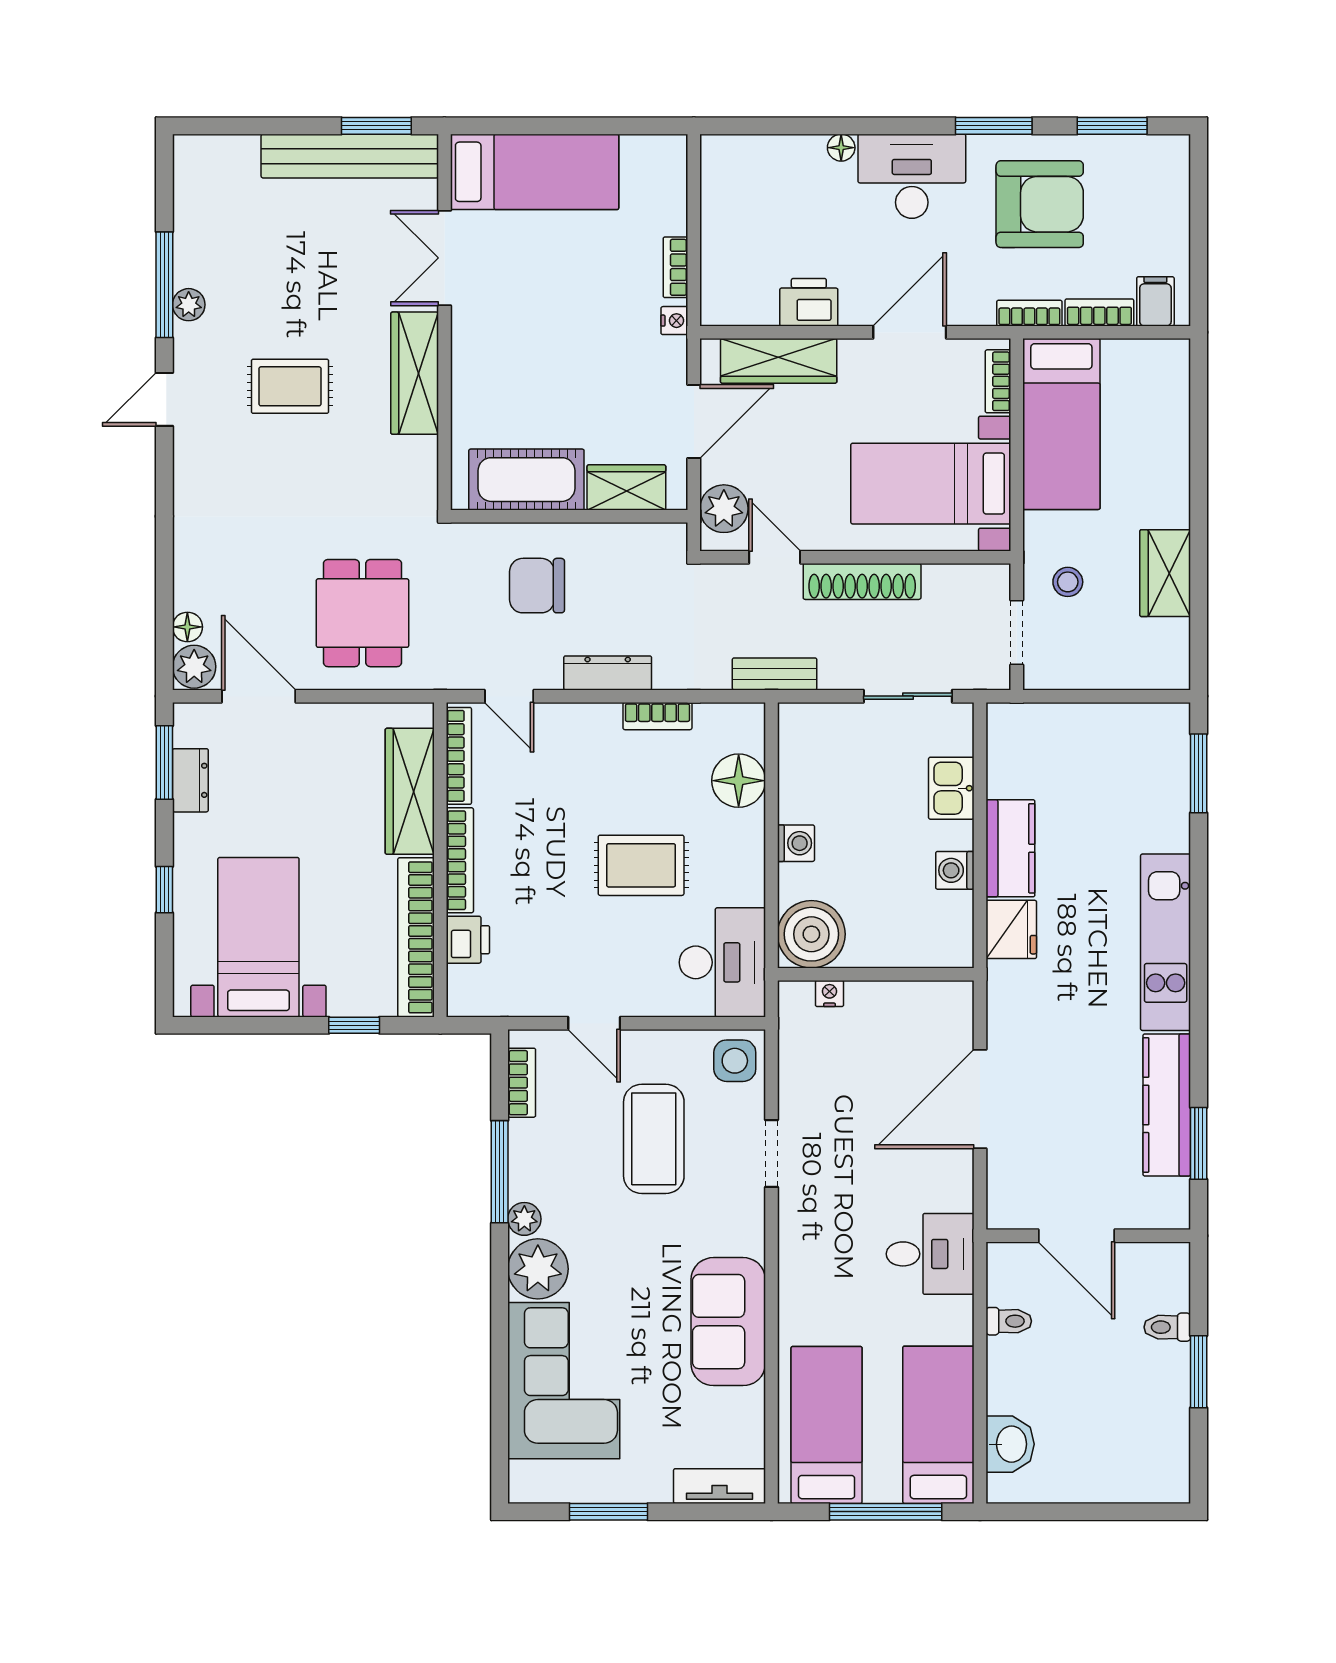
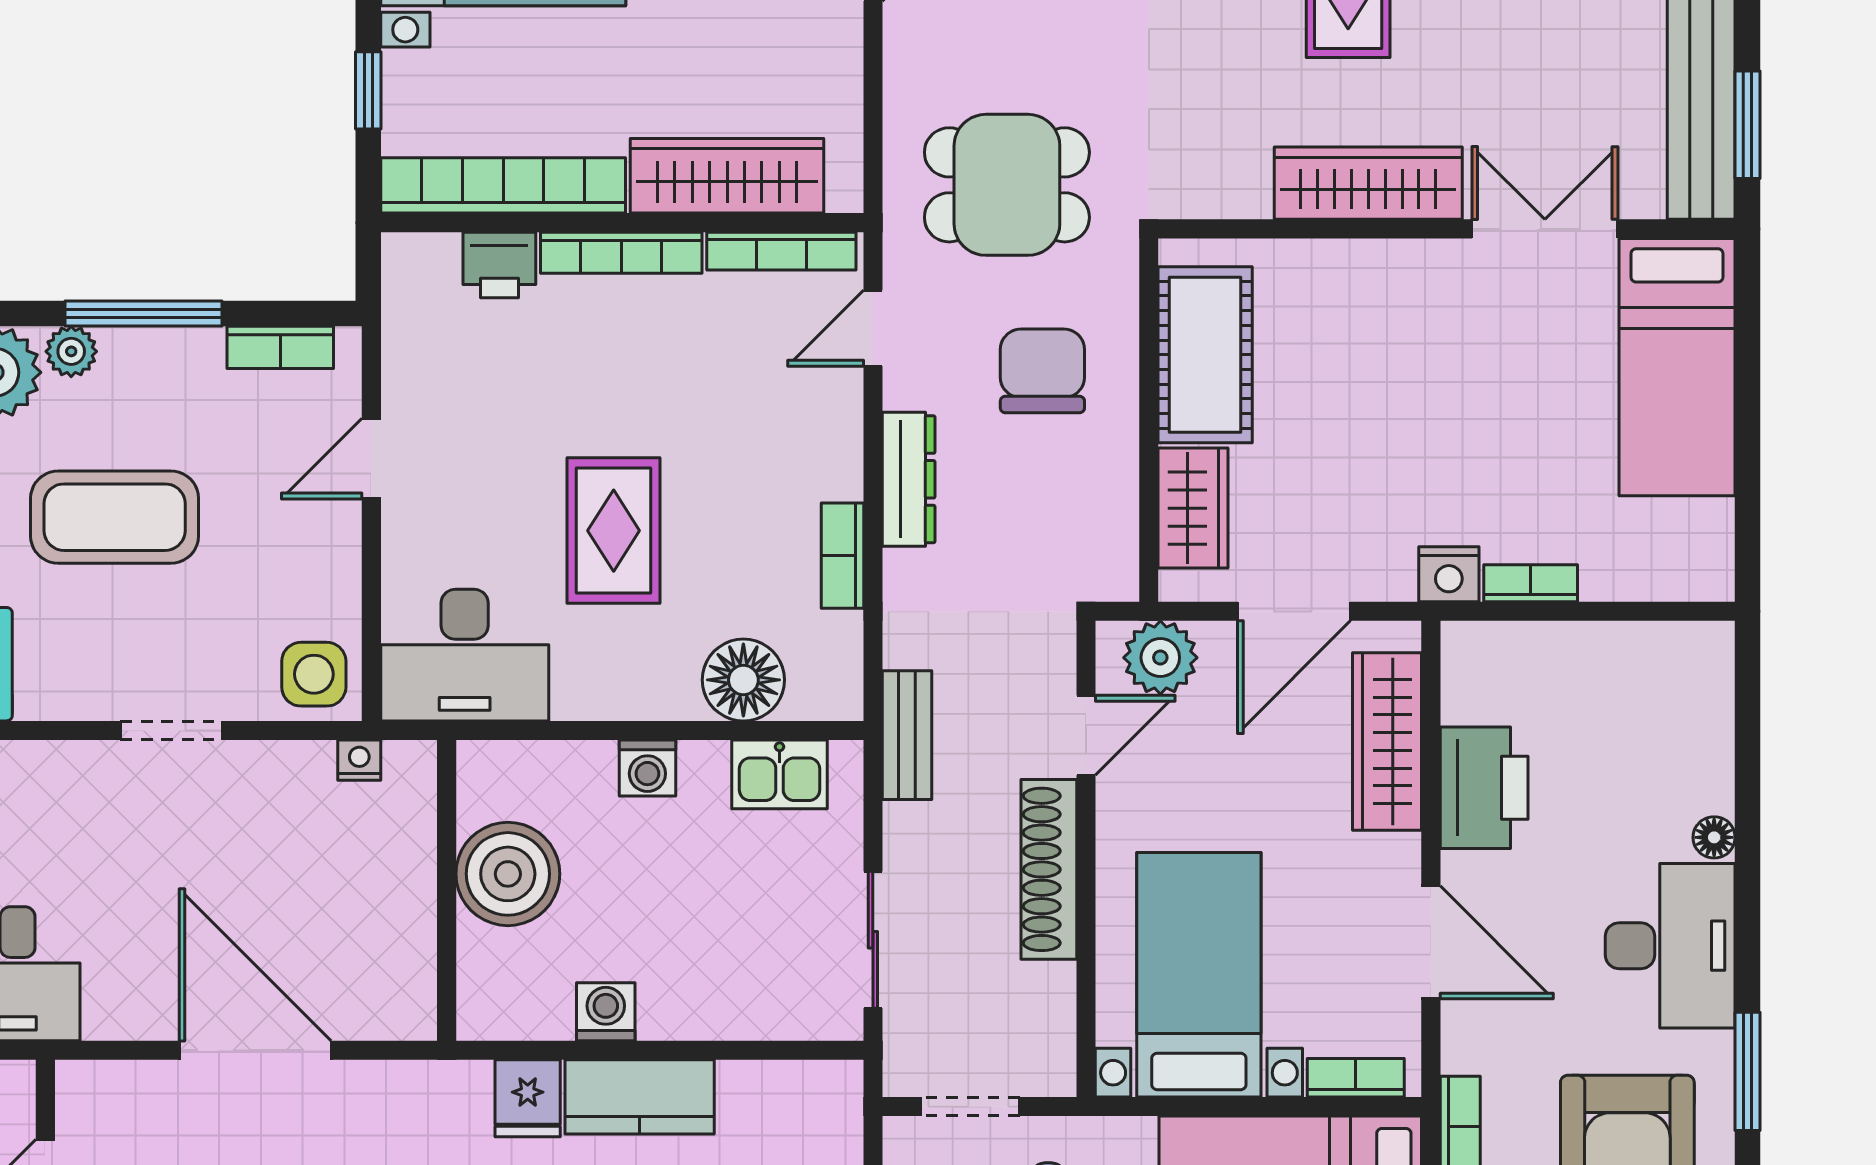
printer: (809, 302) -> (1484, 788), width x1.37, depth x1.19
nightstand: (674, 321) -> (1449, 574), width x1.39, depth x1.35
door: (694, 422) -> (1294, 611), hinge flipped
dining table: (363, 613) -> (1007, 185), moved
kitchen sink: (951, 788) -> (780, 774), moved, turned 180
fridge: (1011, 929) -> (528, 1098), width x0.72
boiler: (811, 934) -> (508, 874), moved
nightstand: (829, 993) -> (359, 760), moved, turned -90
coffee table: (654, 1139) -> (115, 517), moved

